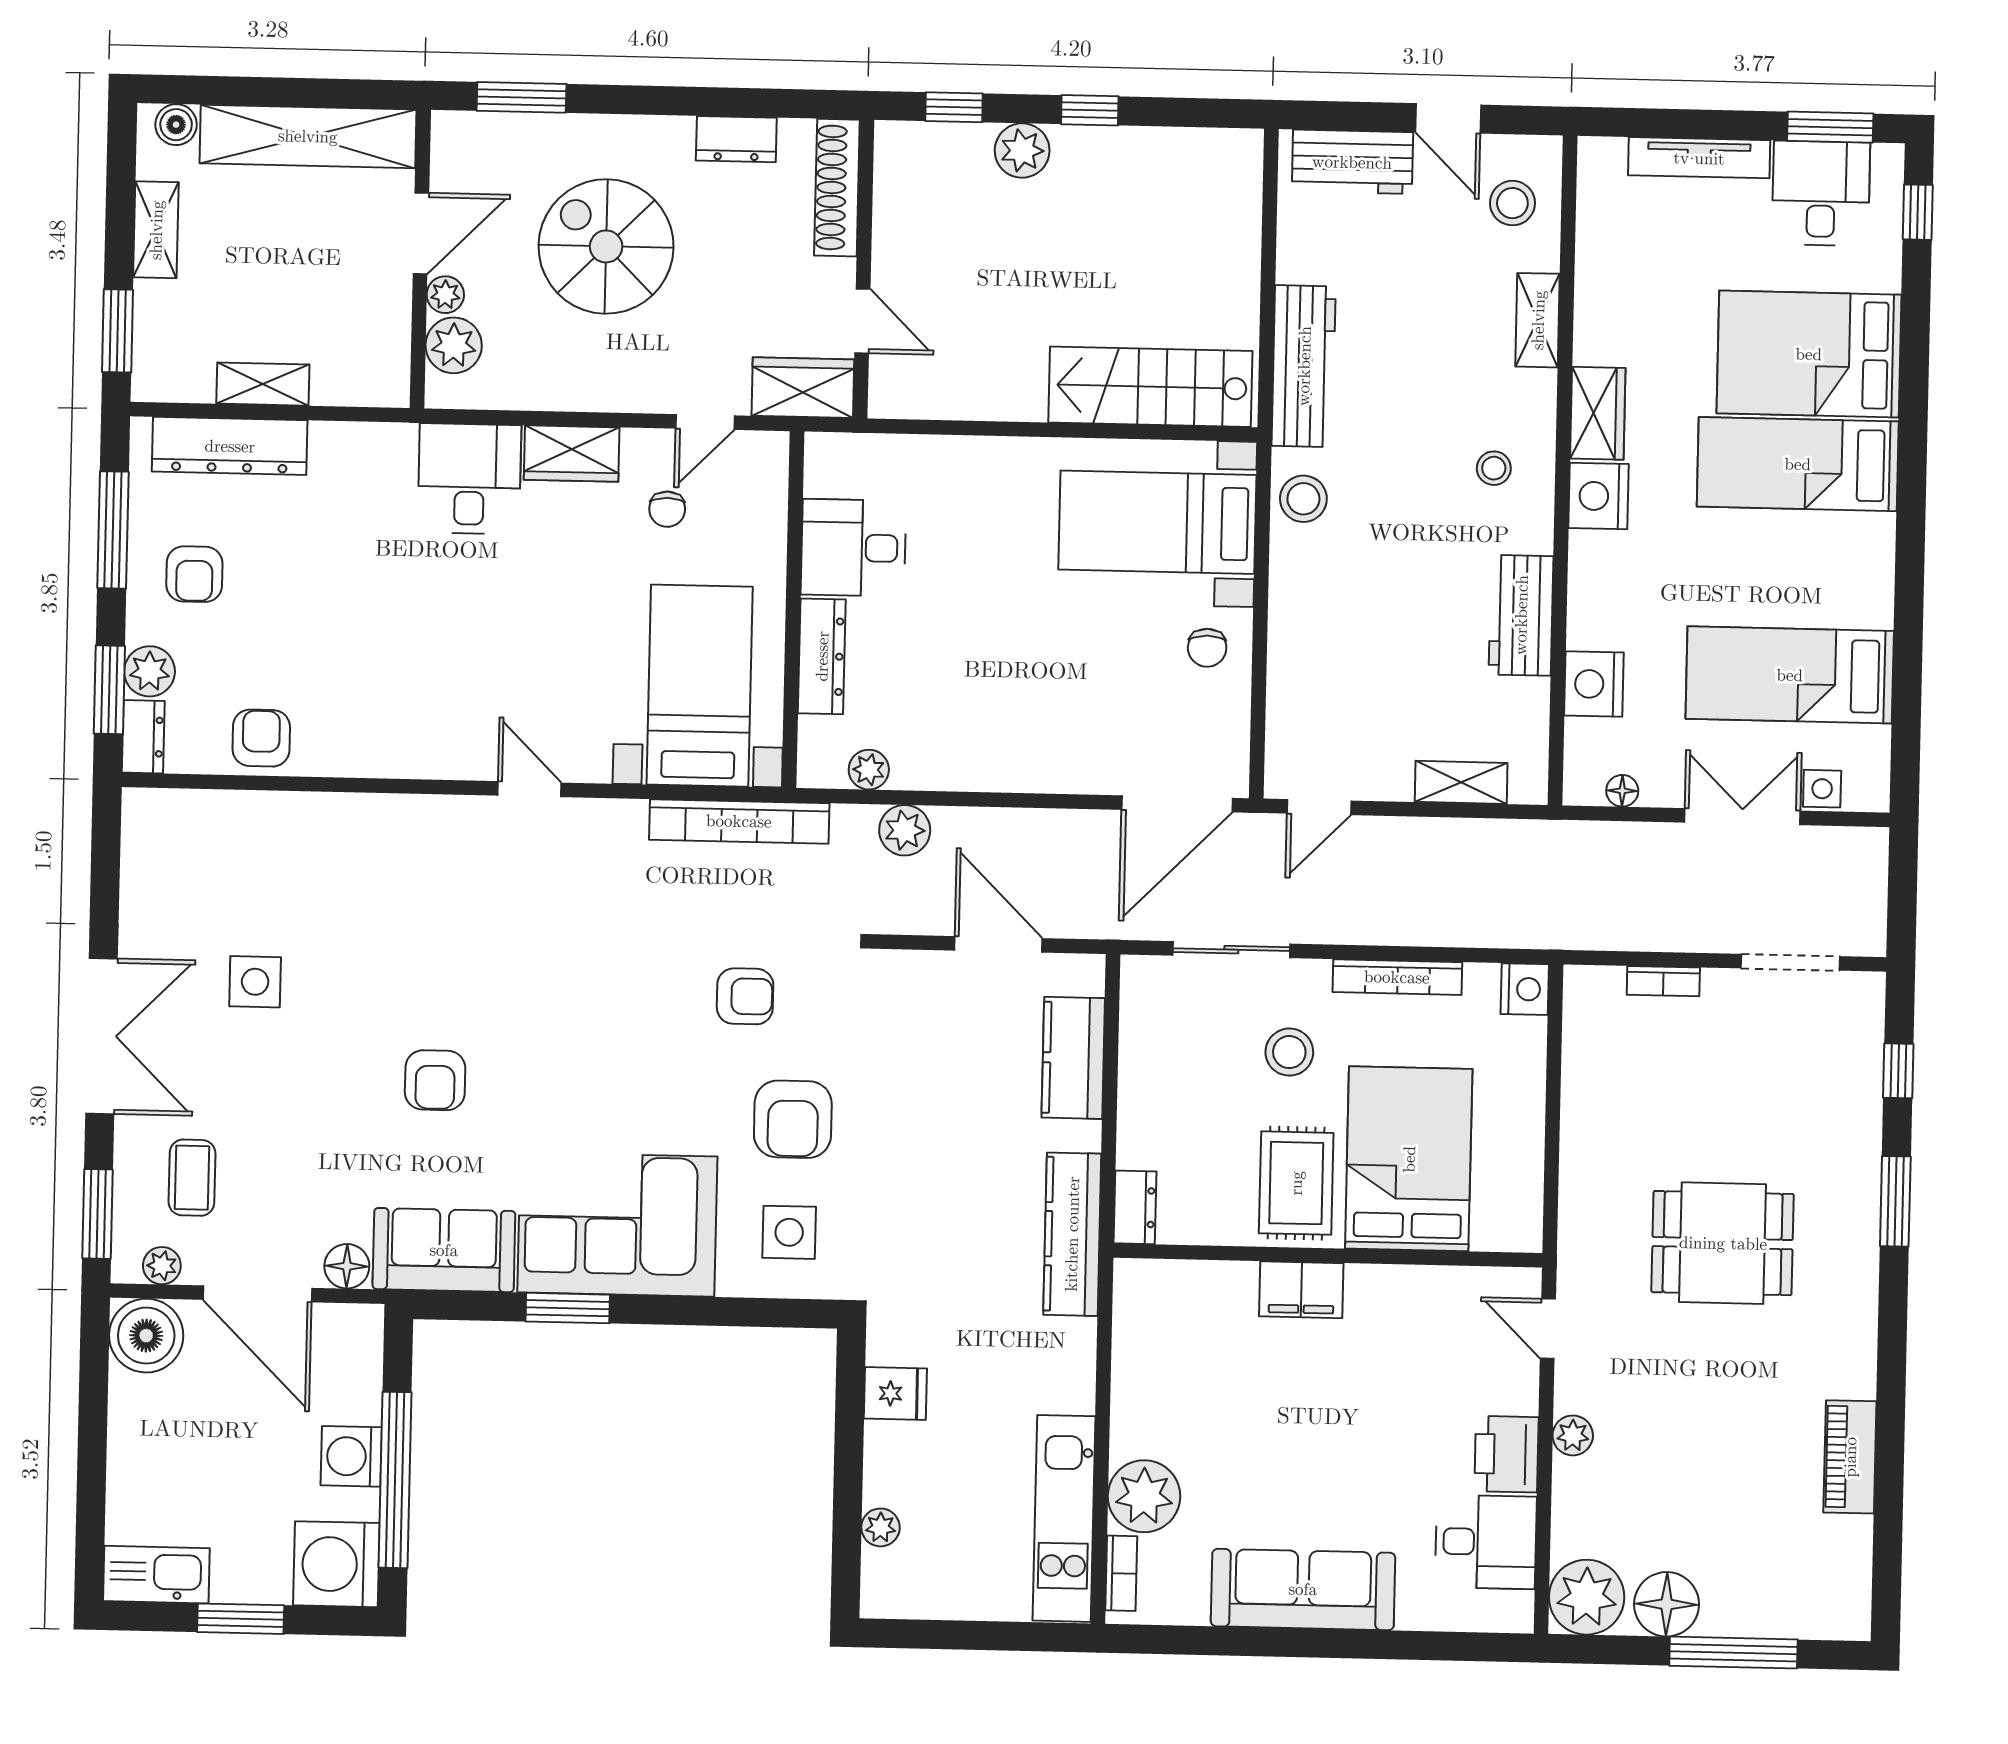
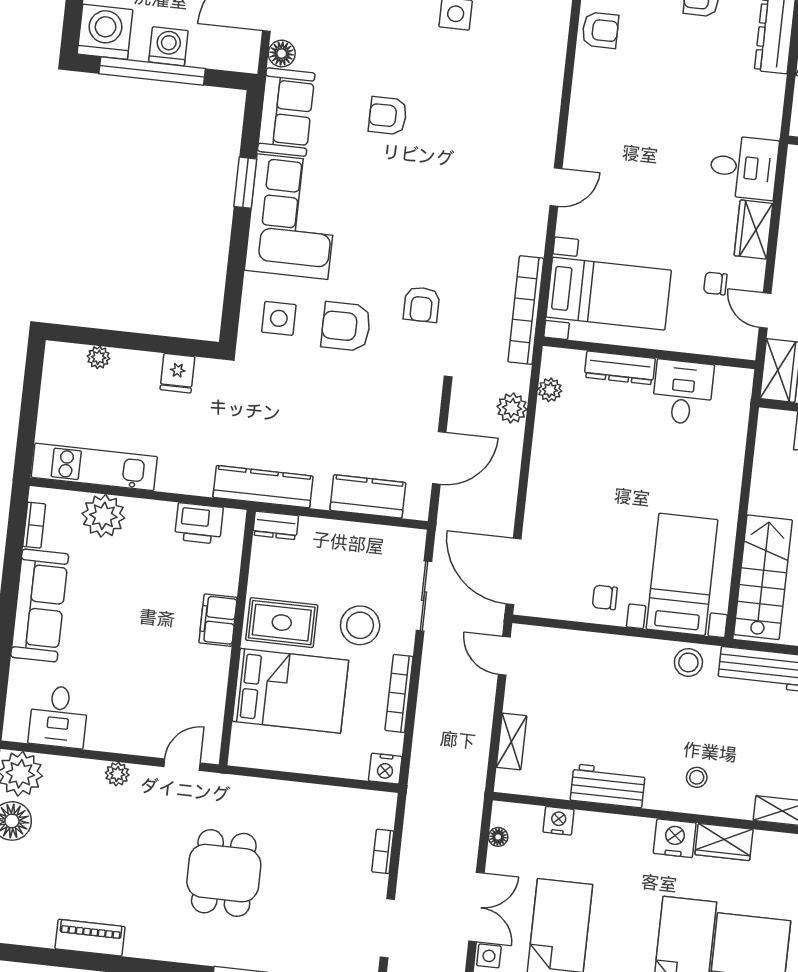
nightstand: (1594, 684) -> (559, 821), width x0.74, depth x0.75
stool: (1289, 1052) -> (360, 625), width x1.38, depth x1.38
printer: (1506, 1454) -> (199, 523), moved, turned 180
bookcase: (1121, 1573) -> (34, 525), moved, turned -90

